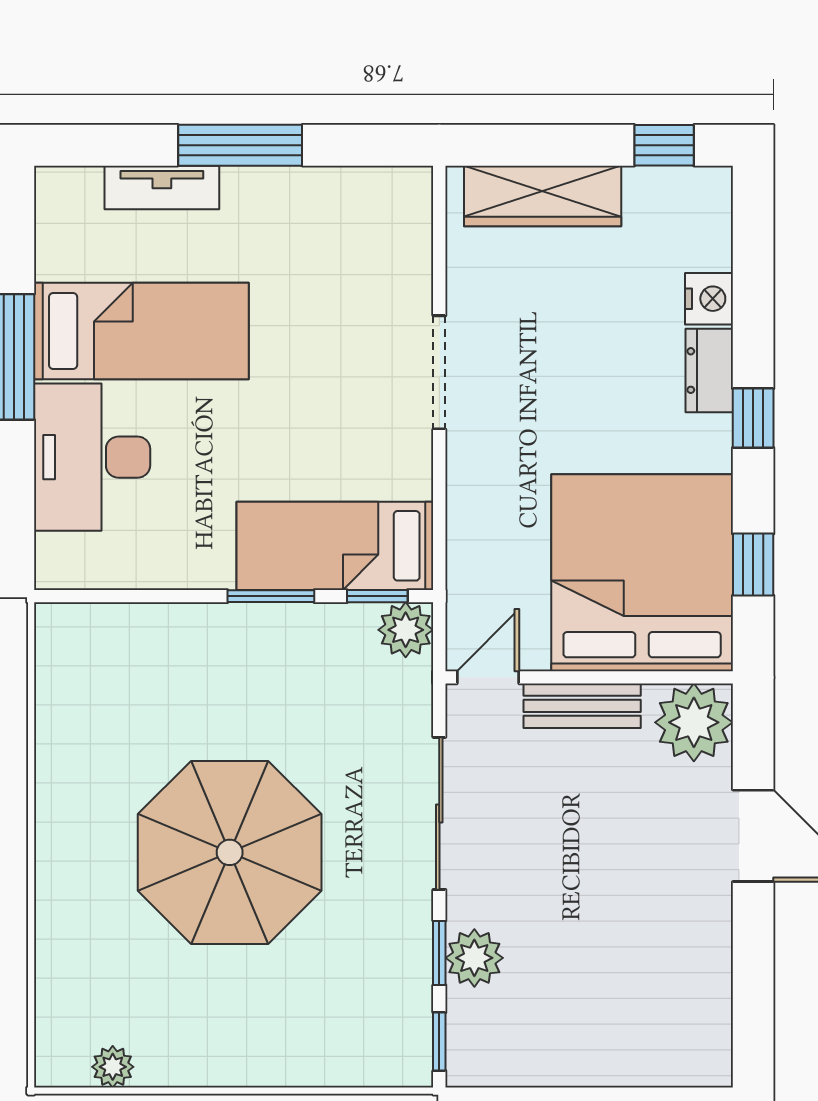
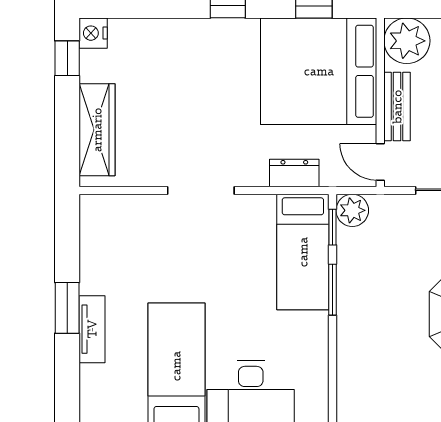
window: (240, 145) -> (67, 308), width x0.69
tv unit: (162, 187) -> (92, 329), moved
nightstand: (709, 299) -> (93, 33), moved, turned -90
dresser: (709, 371) -> (294, 173), moved, turned 180

